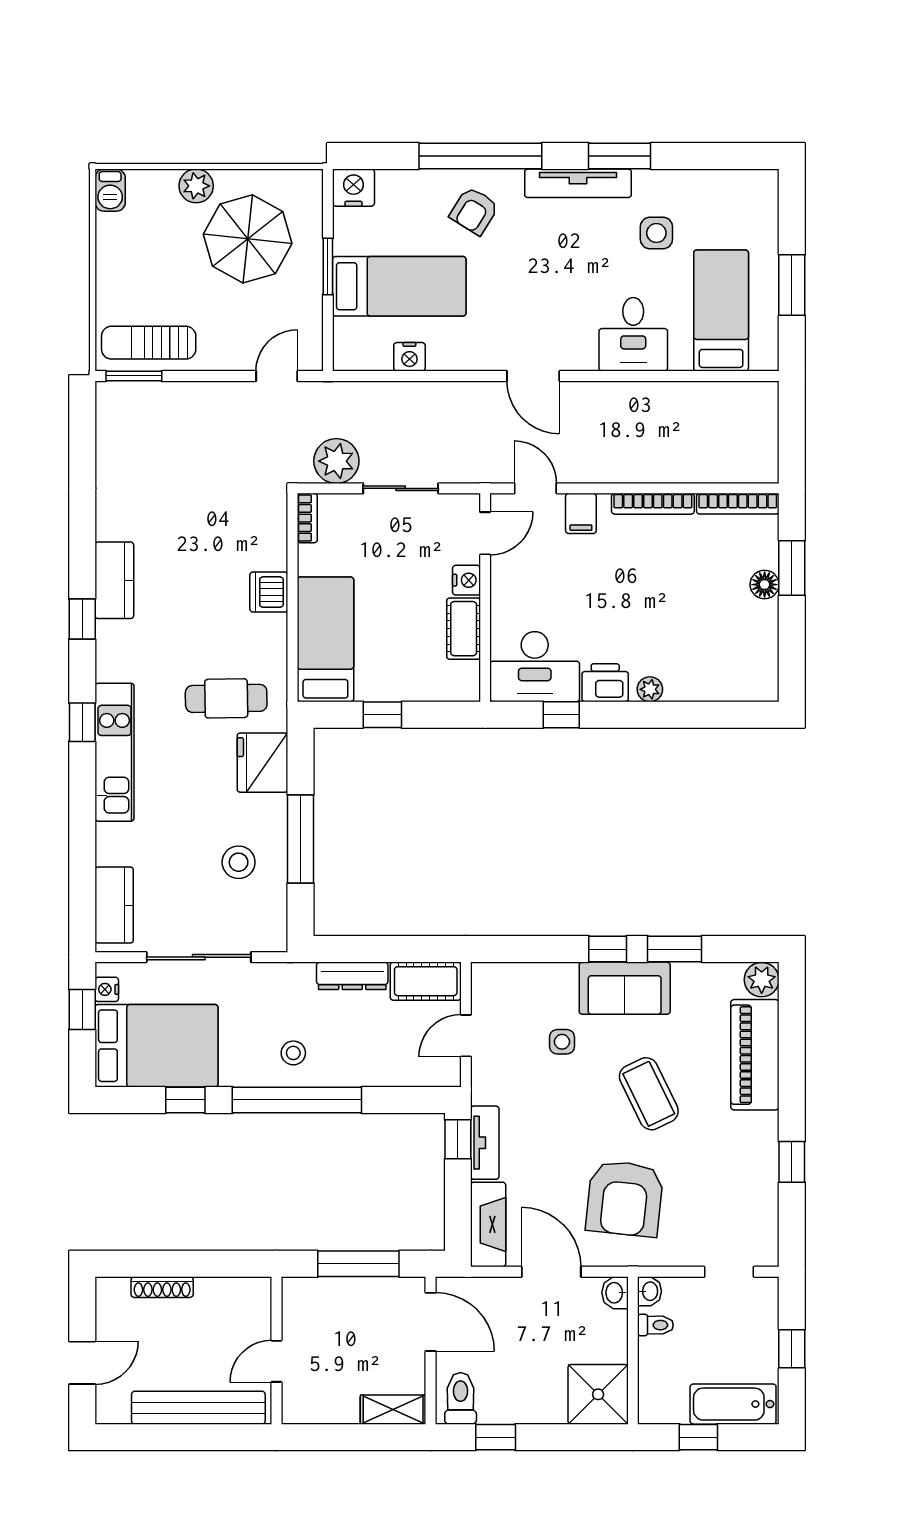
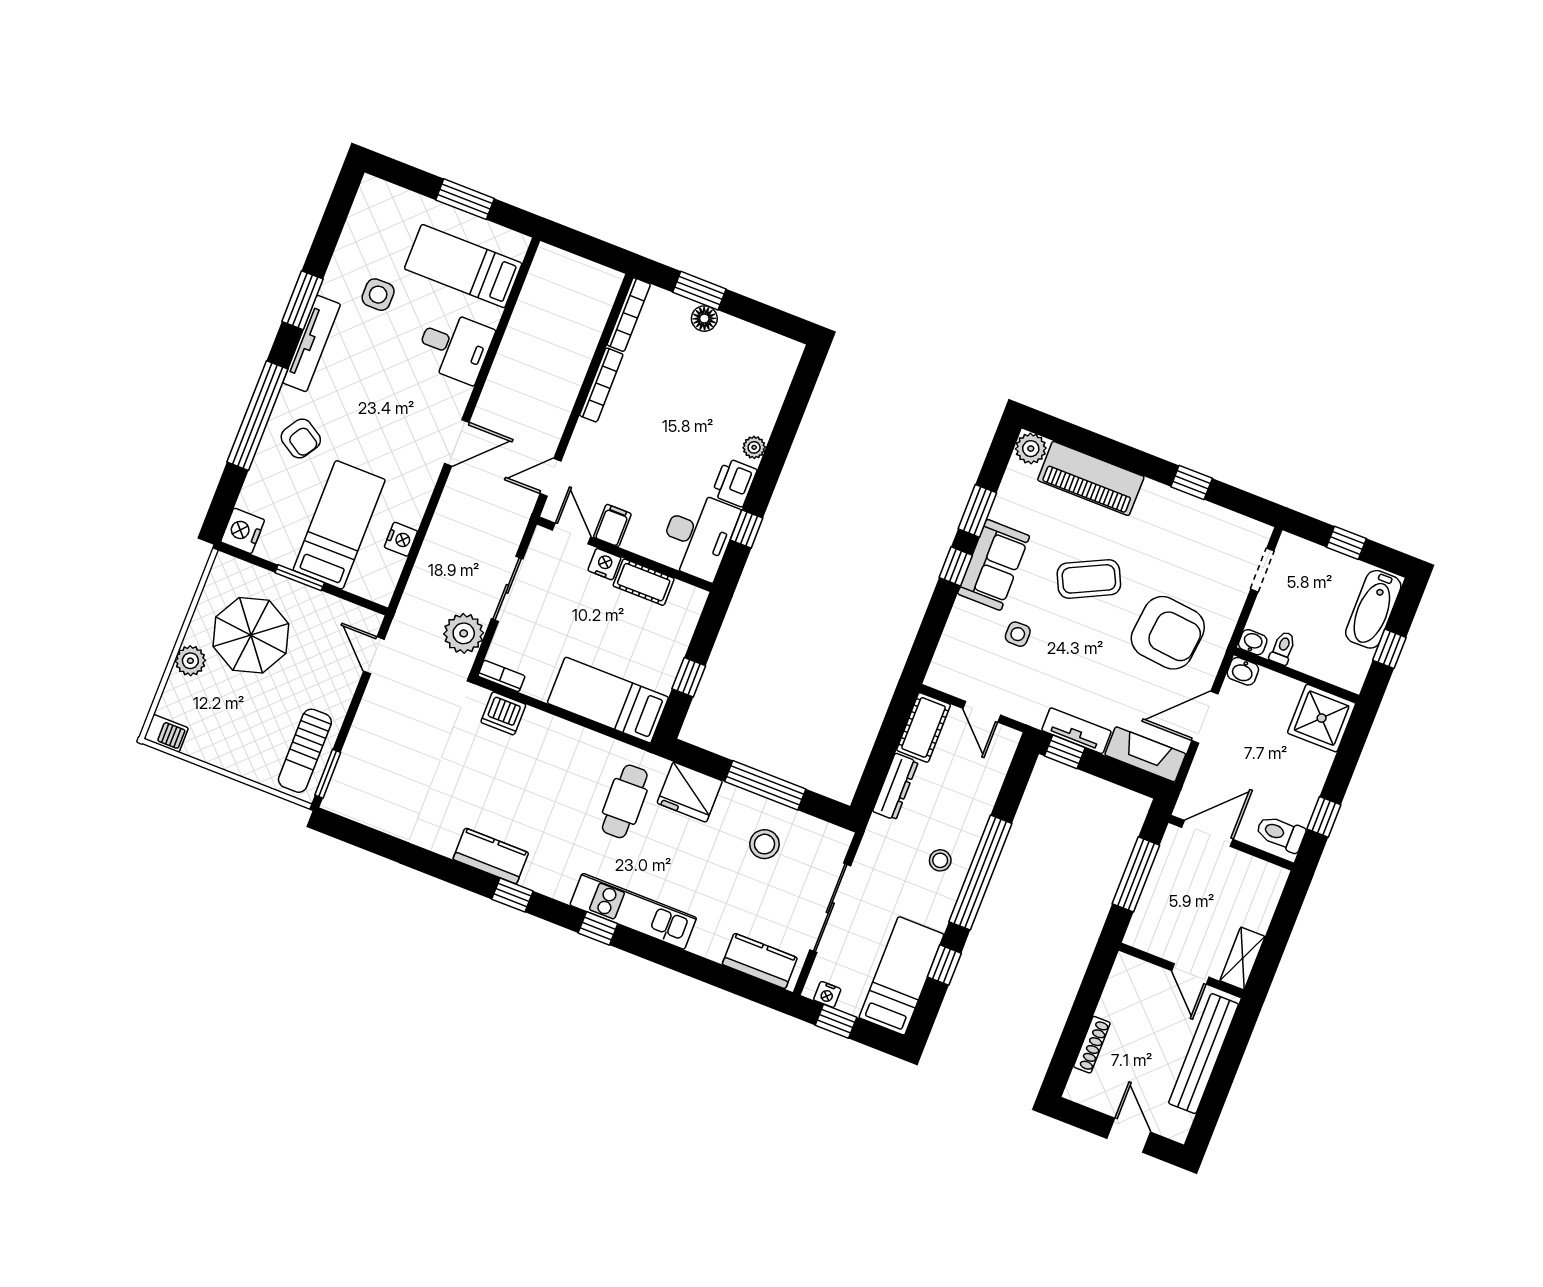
filing cabinet: (581, 513) -> (612, 525), moved, turned -90
dishwasher: (269, 592) -> (503, 713), moved
bed: (156, 1046) -> (901, 976), width x0.67
shelving: (393, 1410) -> (1242, 958), moved

